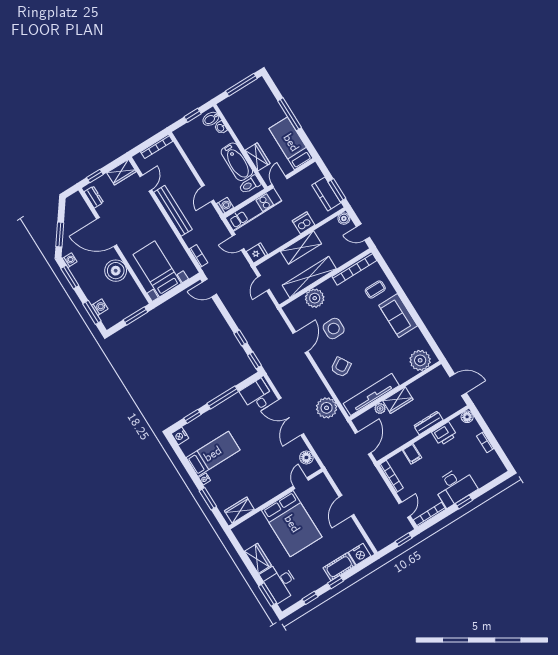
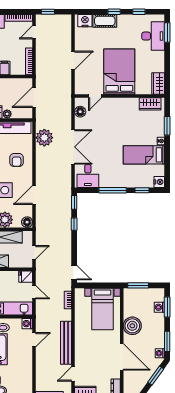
floor lamp: (290, 310) -> (27, 222), added
armchair: (341, 367) -> (17, 160), turned -59
wardrobe: (258, 558) -> (158, 84), moved

